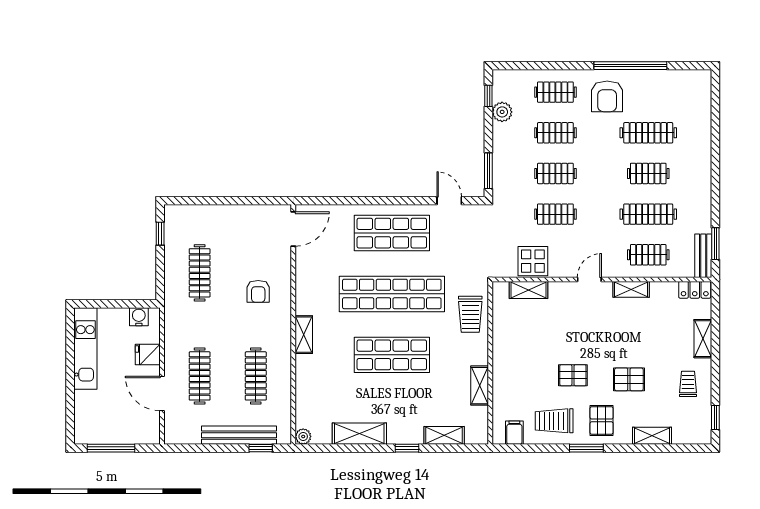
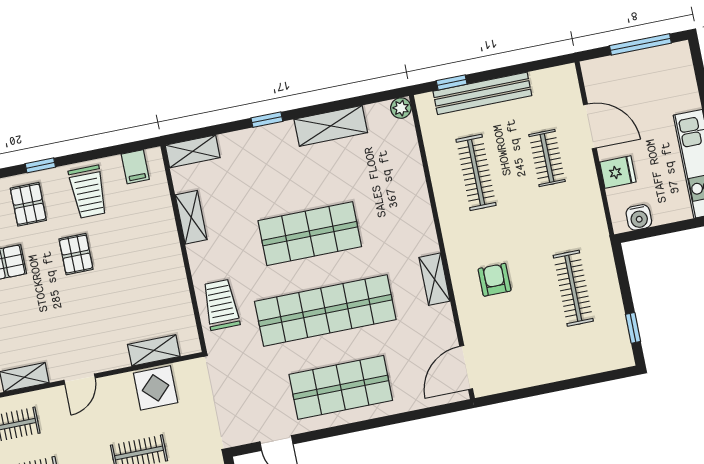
shelving: (304, 335) -> (435, 279), moved
pallet: (573, 375) -> (76, 254), turned 90
clothes rail: (200, 376) -> (547, 158), width x0.73
trolley: (554, 421) -> (88, 192), turned 90
shelving: (444, 435) -> (193, 151), moved
window: (586, 448) -> (40, 165), width x0.67

